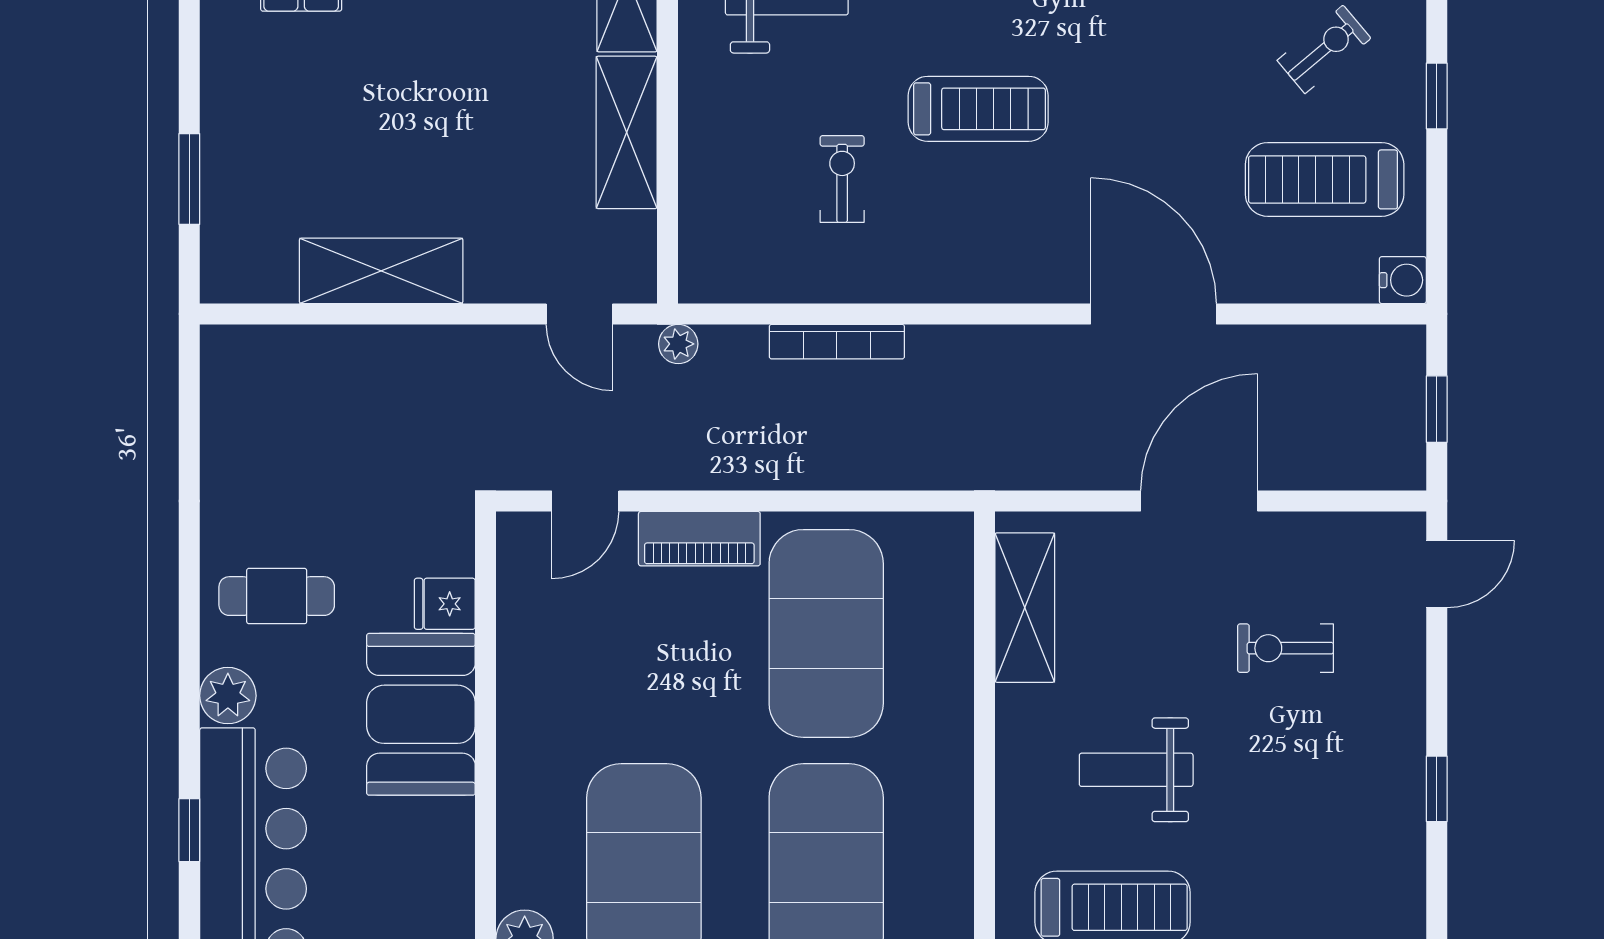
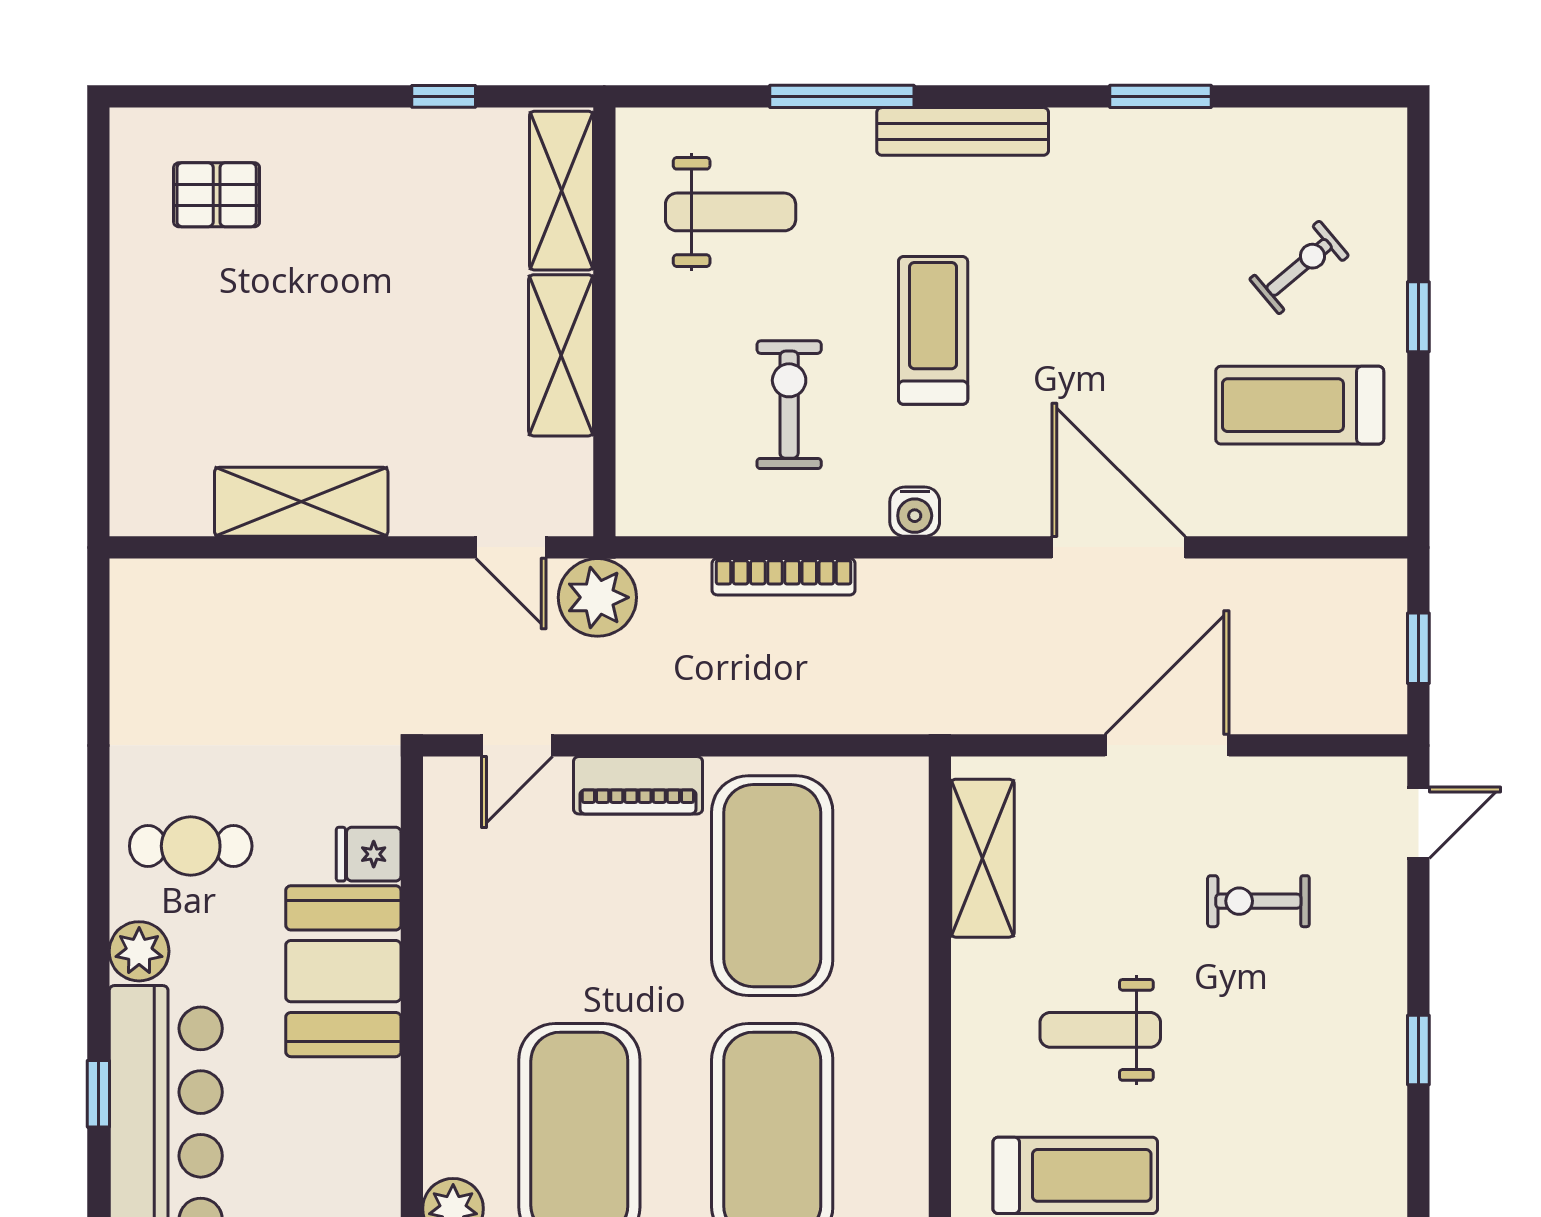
treadmill: (978, 109) -> (933, 330), turned -90
window: (189, 179) -> (98, 405), removed
exercise bike: (842, 179) -> (789, 405), width x1.38, depth x1.39
water cooler: (1403, 280) -> (915, 512), moved, turned 90
plant: (678, 344) -> (597, 597), width x1.88, depth x1.88

